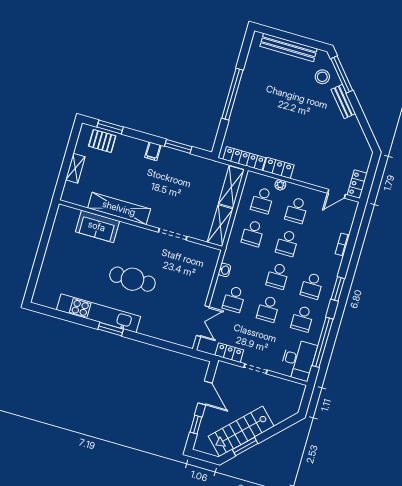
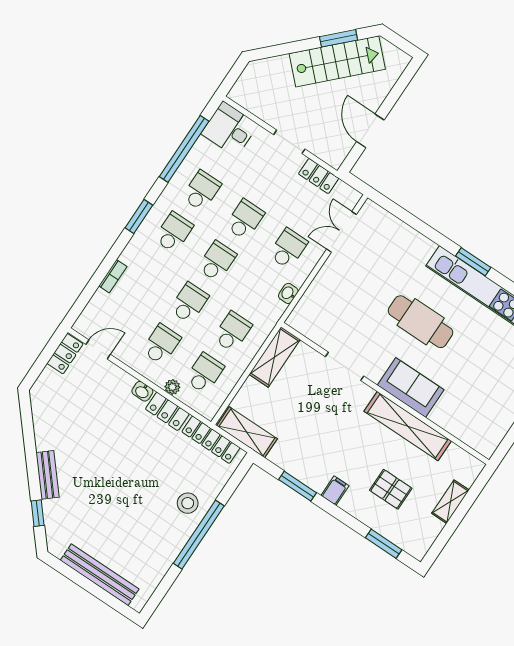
window: (342, 75) -> (38, 513), width x0.46
stool: (322, 77) -> (188, 503), moved
pallet: (102, 141) -> (391, 489), moved
washbasin: (299, 176) -> (142, 391), added
shelving: (231, 187) -> (247, 432), moved, turned 90
sofa: (97, 226) -> (411, 387), moved
desk: (298, 360) -> (230, 129), width x0.73
window: (196, 425) -> (397, 91), removed

